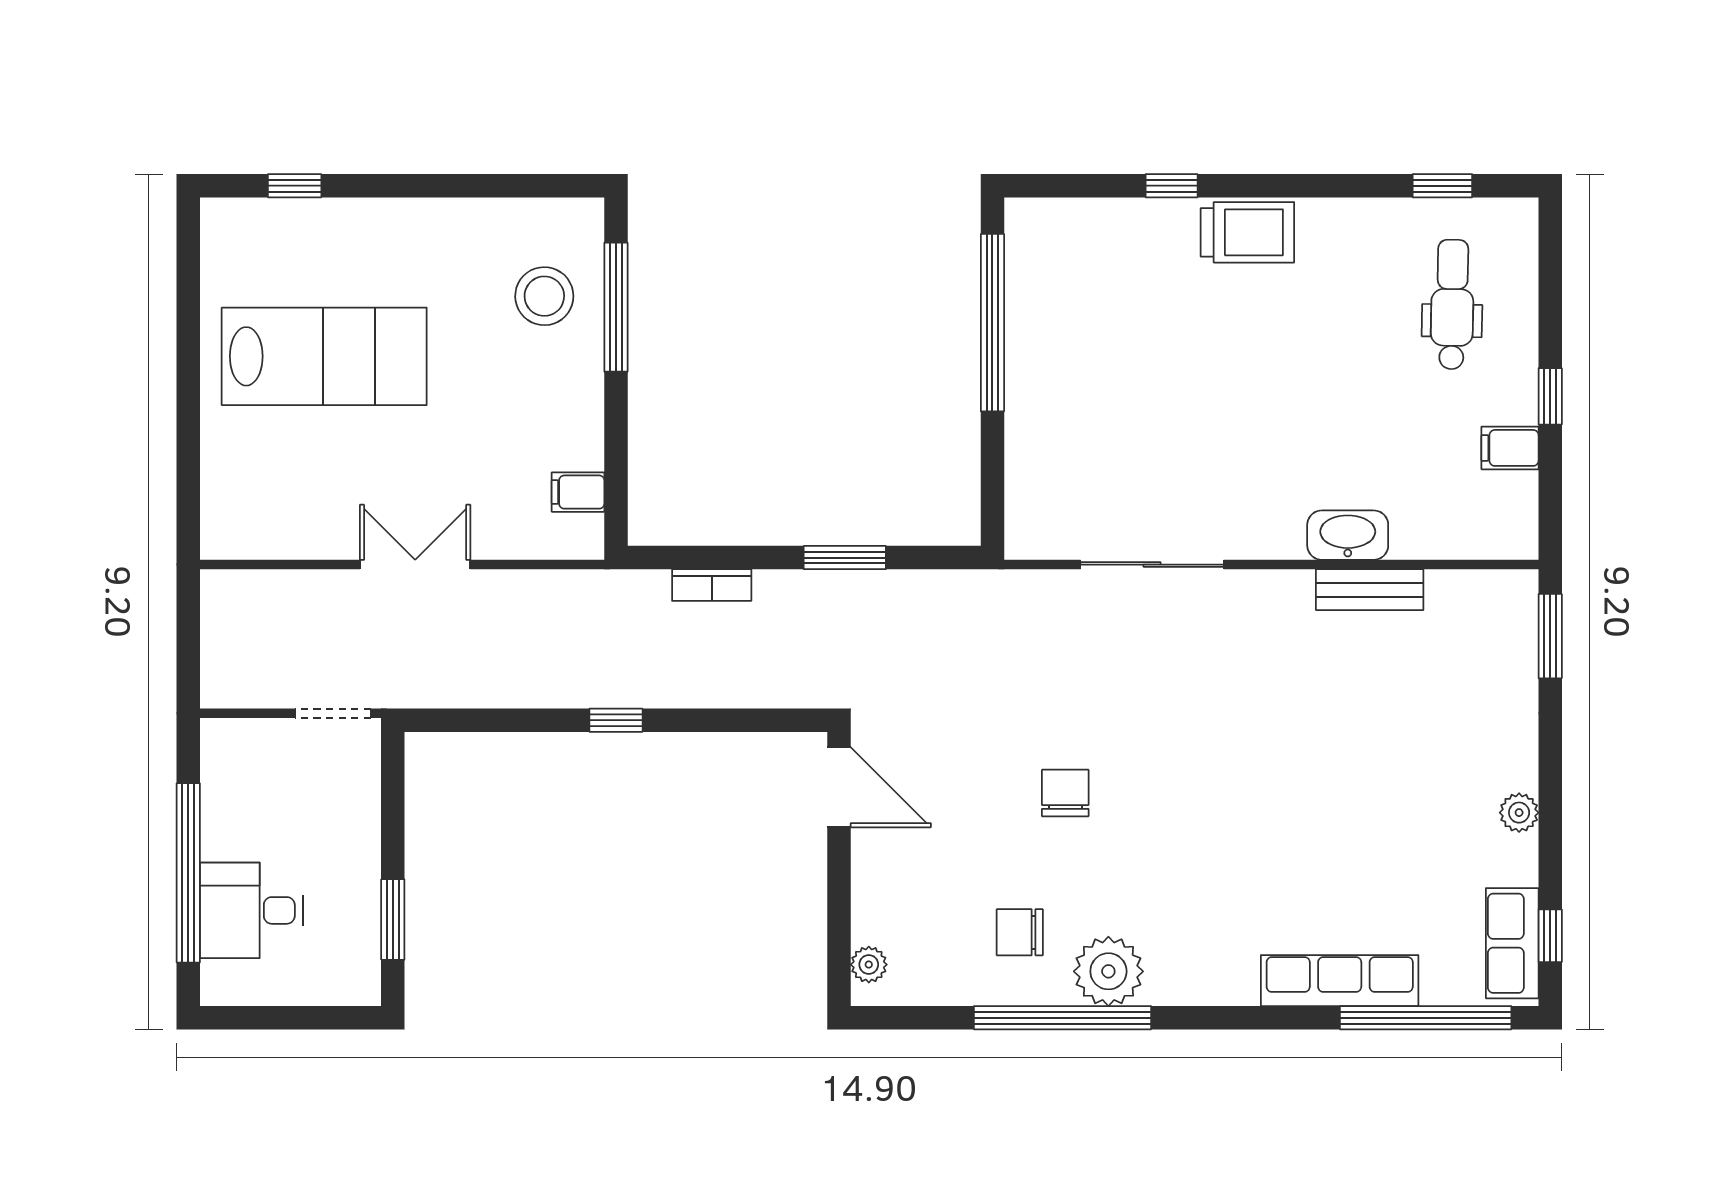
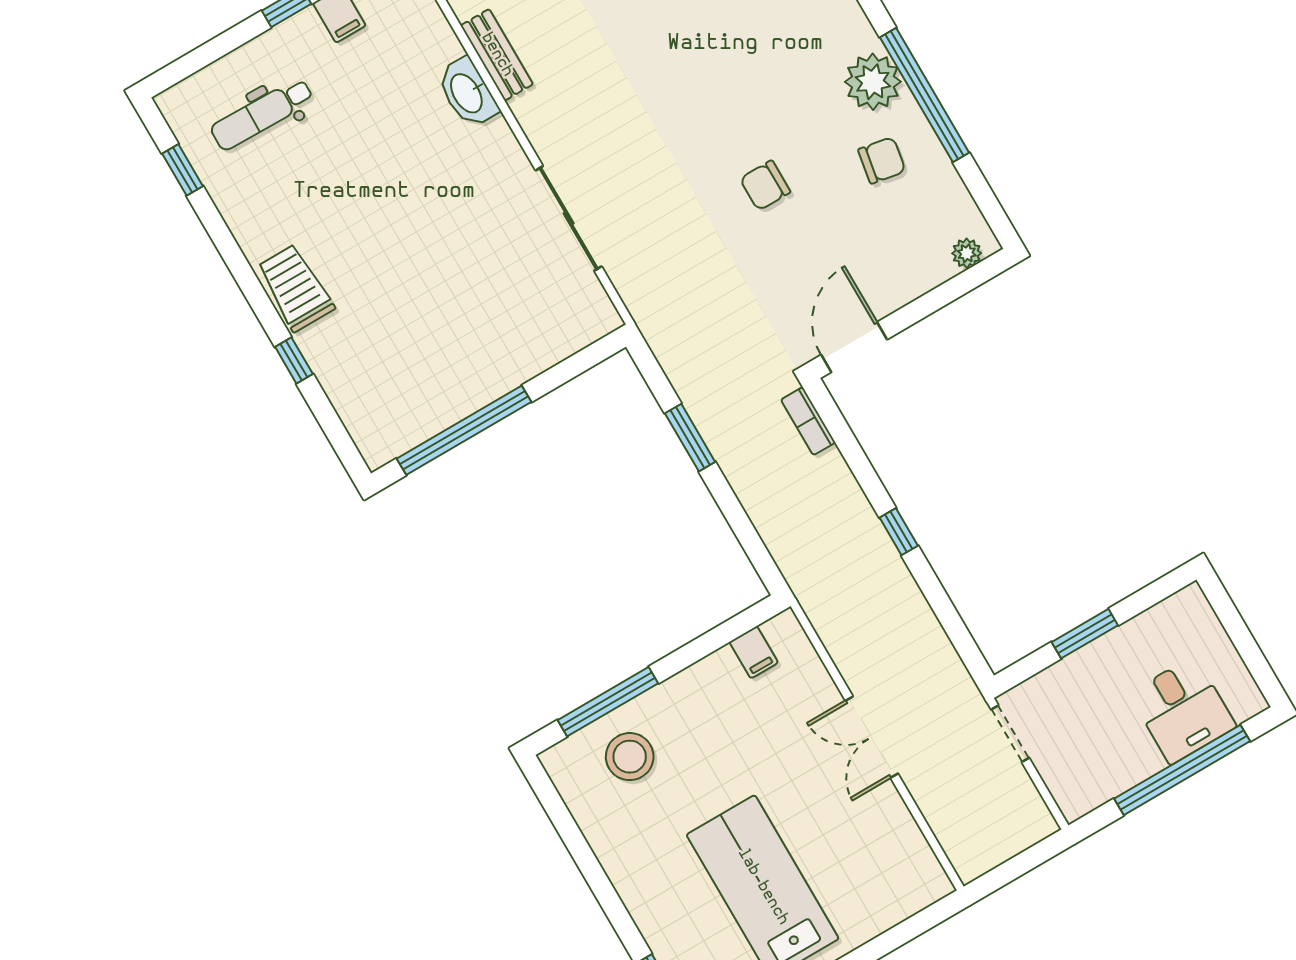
bookcase: (712, 585) -> (808, 421), moved, turned 180
window: (393, 920) -> (1085, 634), moved
chair: (1020, 932) -> (882, 160), turned -80

